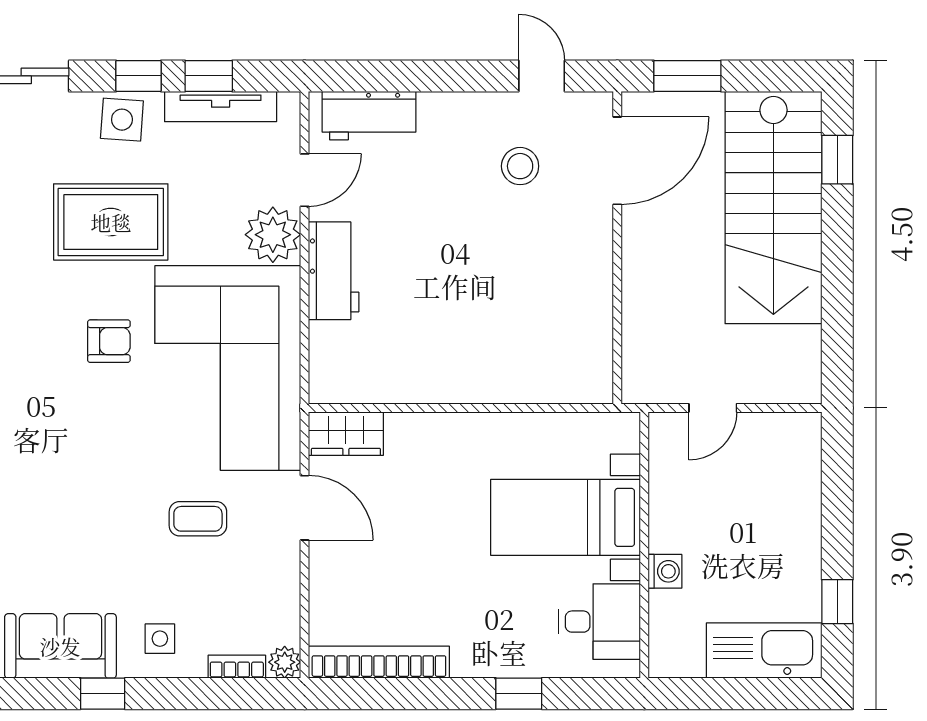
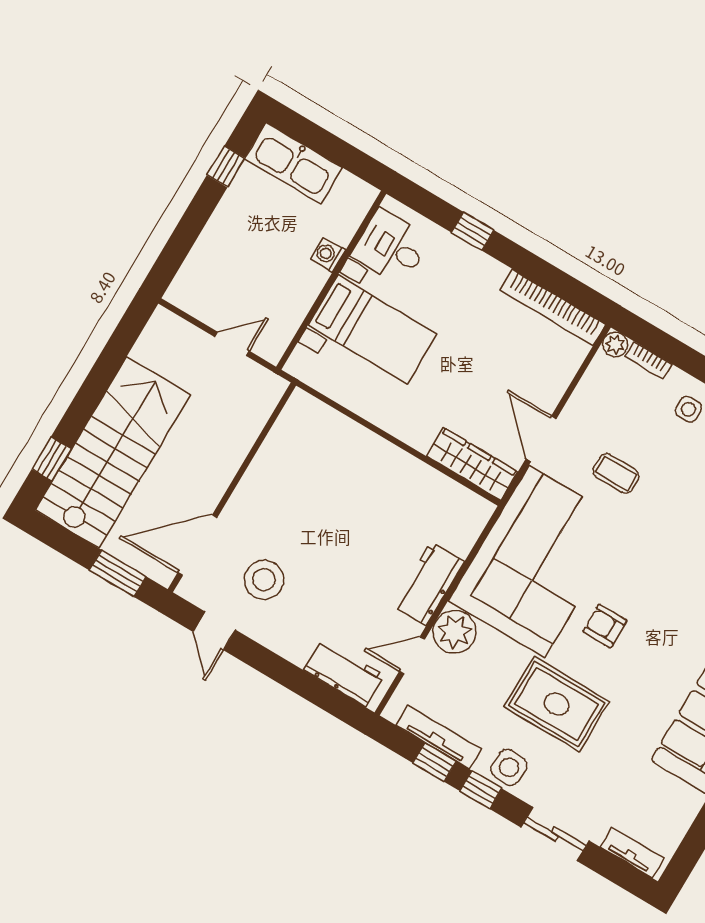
stool: (520, 166) -> (264, 580), width x1.38, depth x1.38
wardrobe: (346, 434) -> (472, 464), width x1.50

